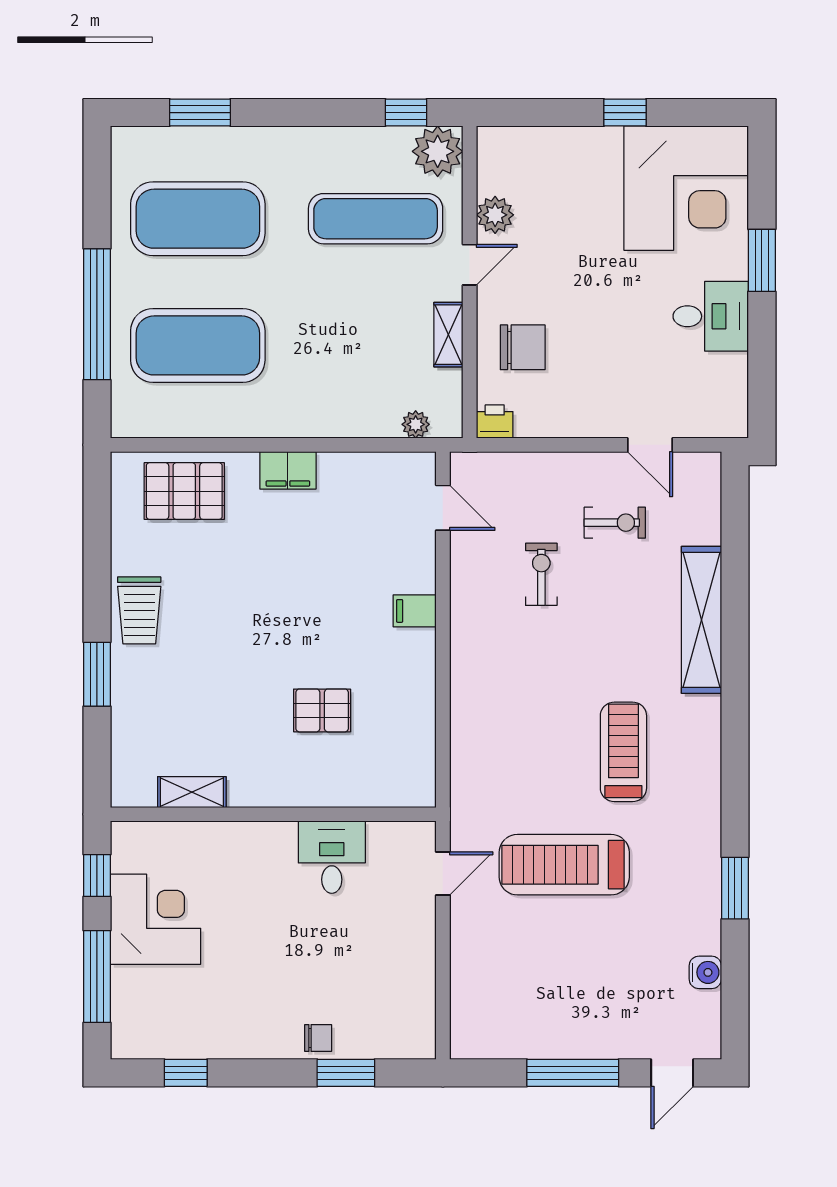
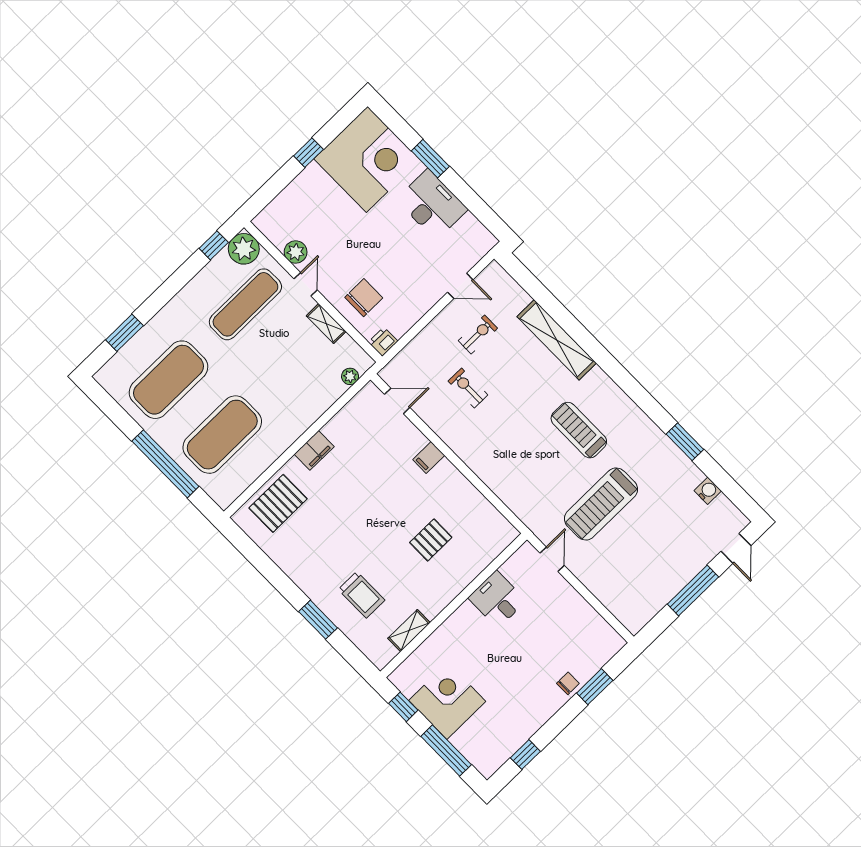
desk: (711, 316) -> (432, 204), width x1.37
trolley: (139, 610) -> (361, 595), moved

